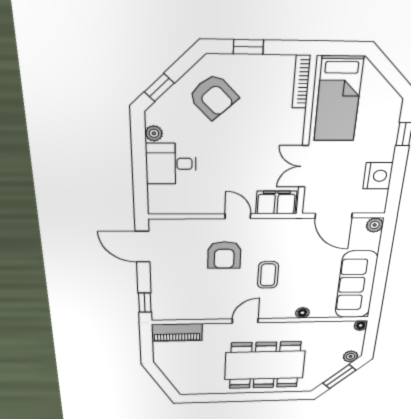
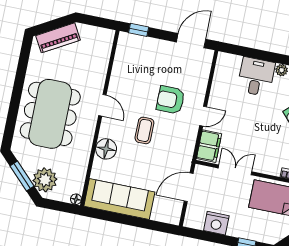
plant: (375, 225) -> (174, 218), removed
coffee table: (268, 275) -> (144, 130), turned 90
floor lamp: (302, 313) -> (106, 149), width x1.89, depth x1.89
piano: (177, 332) -> (58, 38), moved, turned -120
plant: (351, 356) -> (45, 180), width x1.87, depth x1.87

